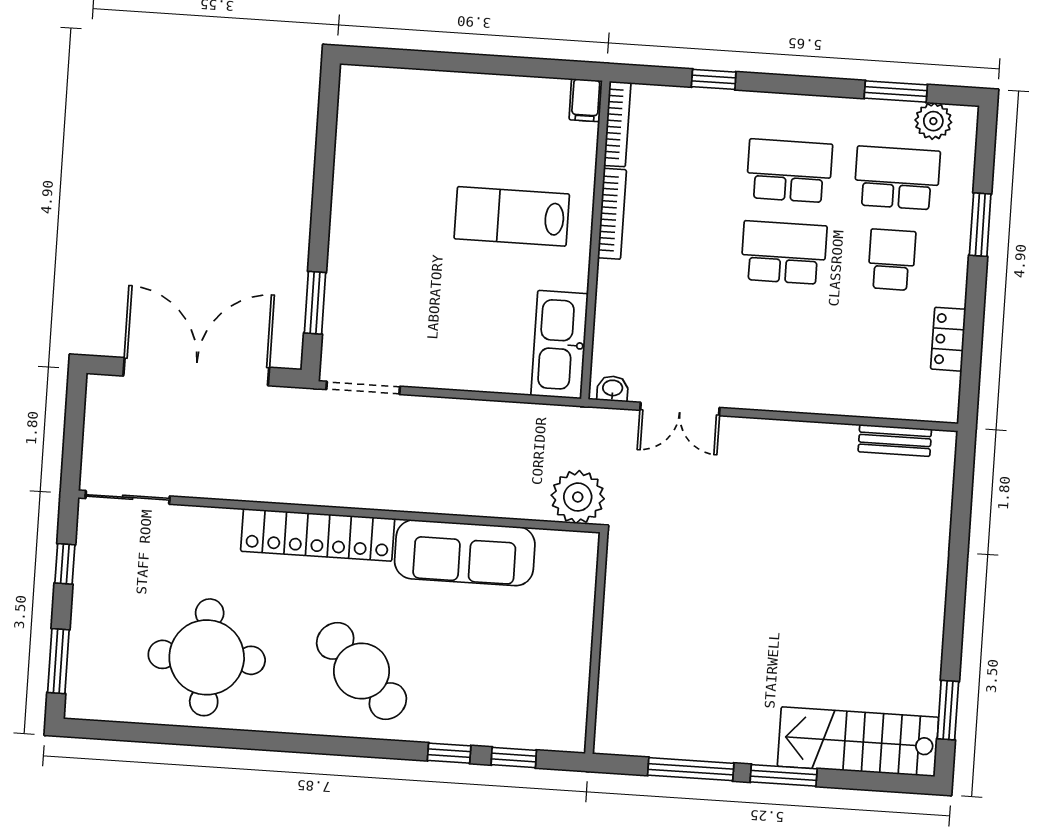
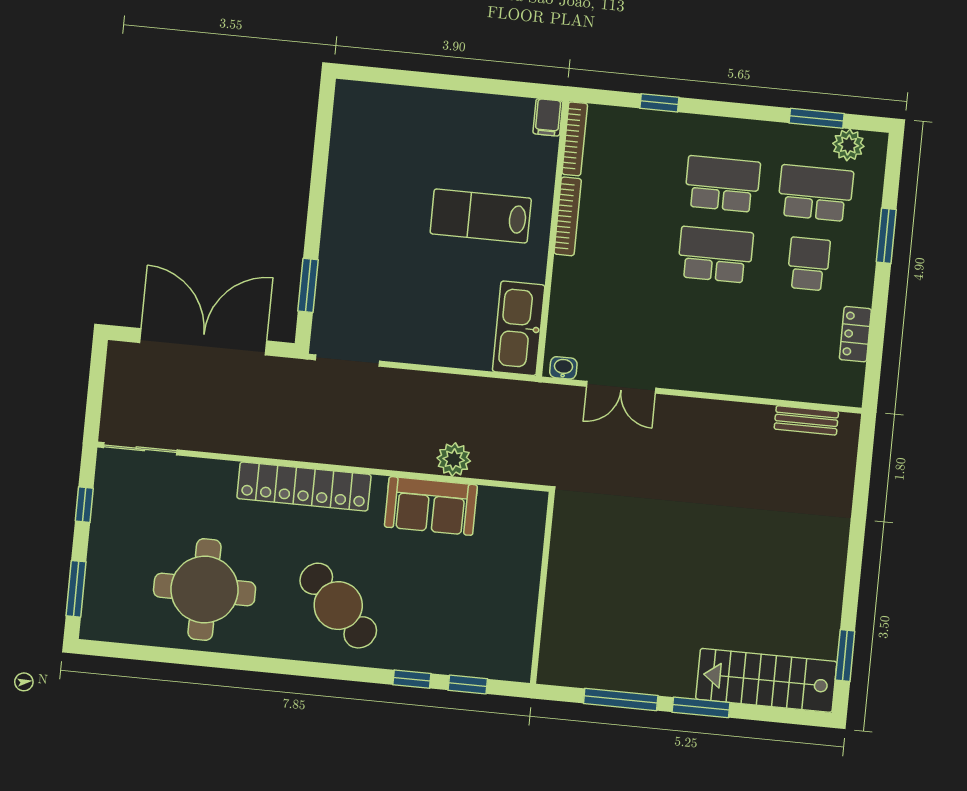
plant: (578, 497) -> (454, 459), moved, width x0.73, depth x0.73
sofa: (465, 553) -> (431, 506), width x0.73

